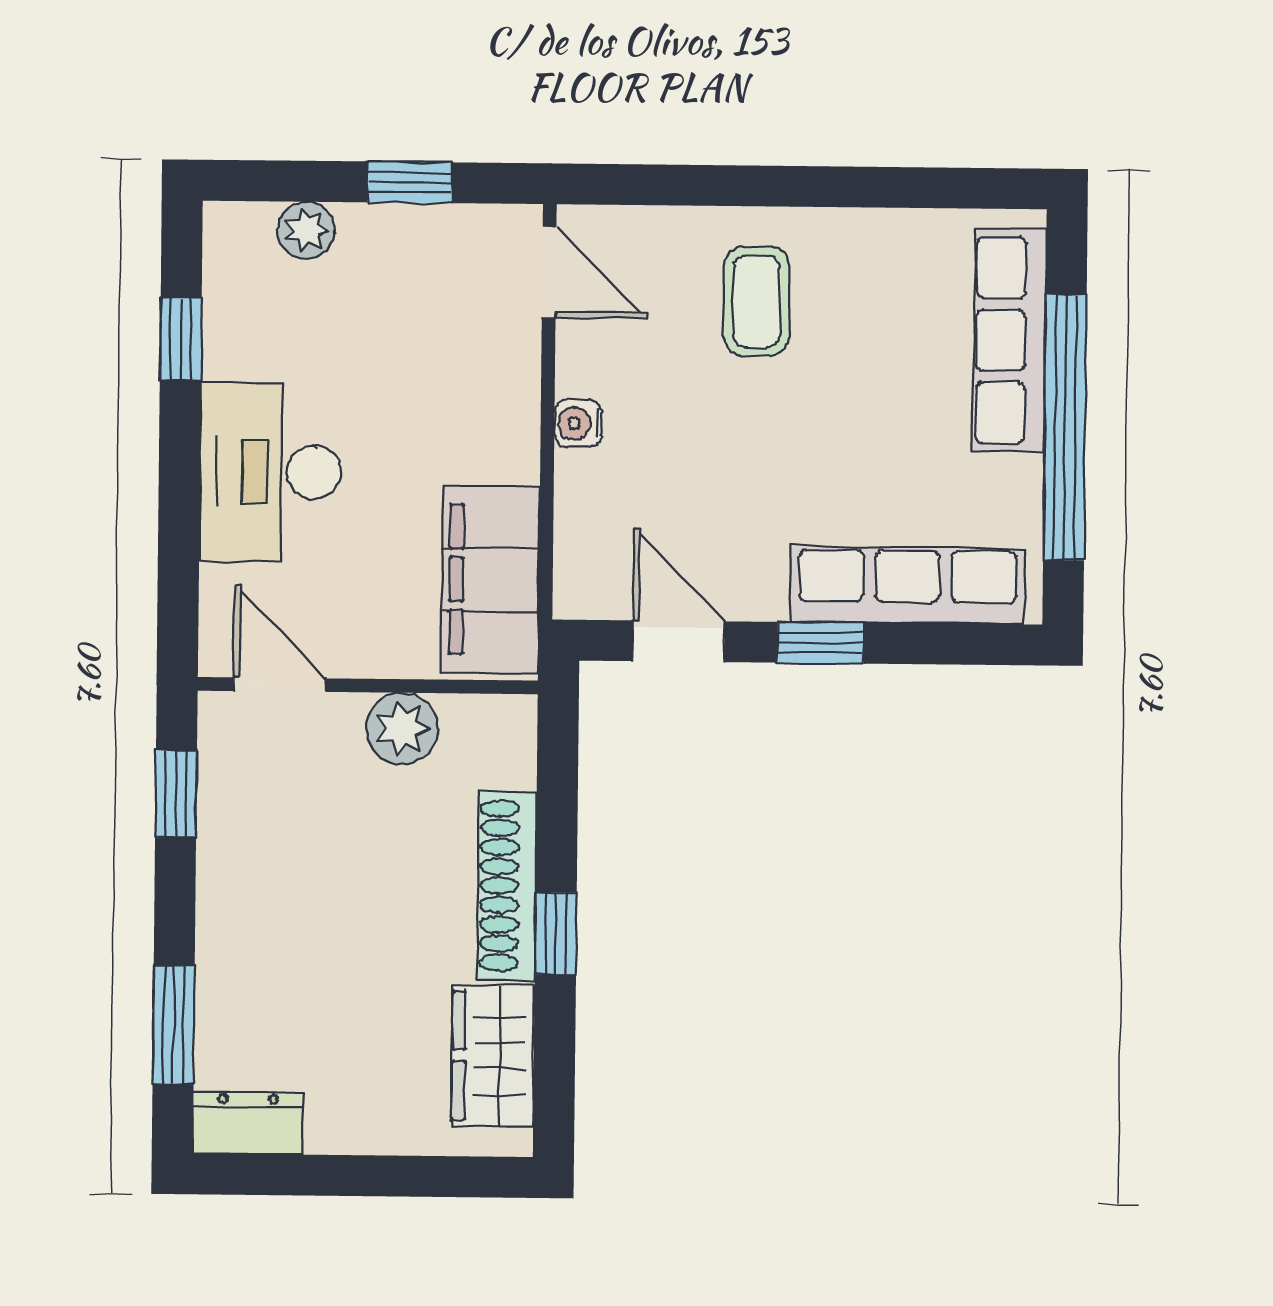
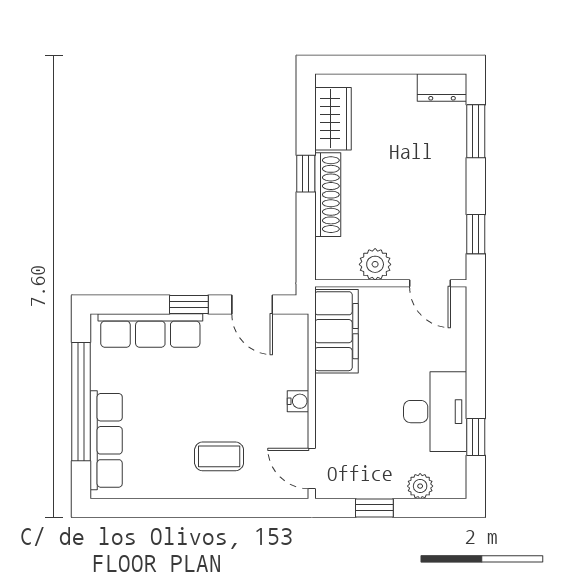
coffee table: (757, 302) -> (219, 456), turned 90
desk: (270, 472) -> (435, 412), moved

